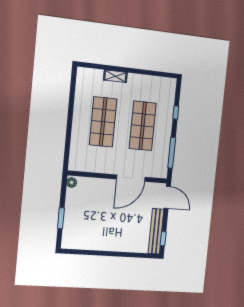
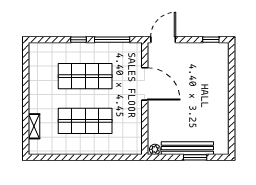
shelving: (115, 76) -> (34, 126), moved
window: (176, 112) -> (78, 40), moved
bench: (156, 231) -> (187, 148), moved

